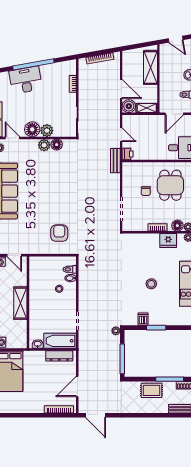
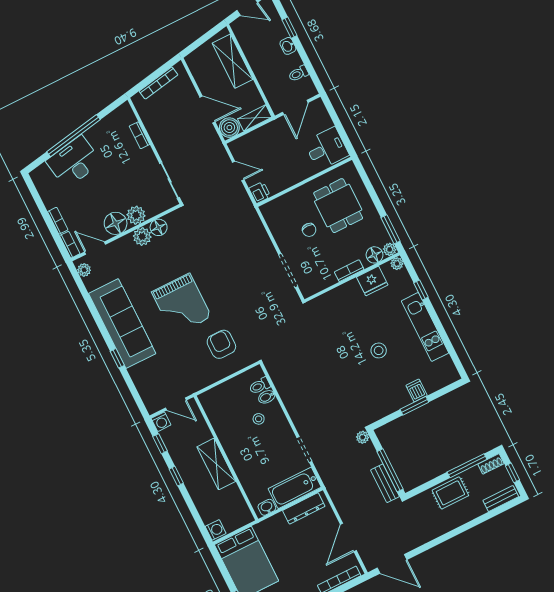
bench: (115, 161) -> (385, 483), moved
grand piano: (47, 198) -> (182, 305), added
dishwasher: (143, 319) -> (417, 390), moved

